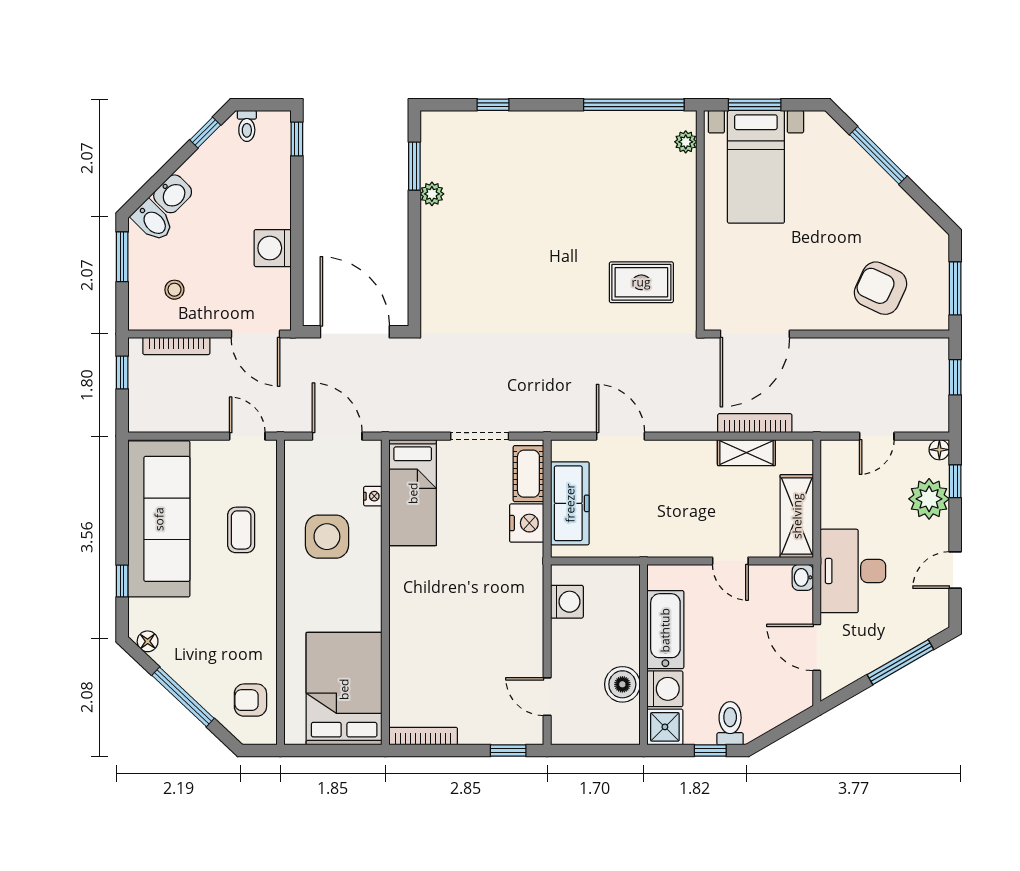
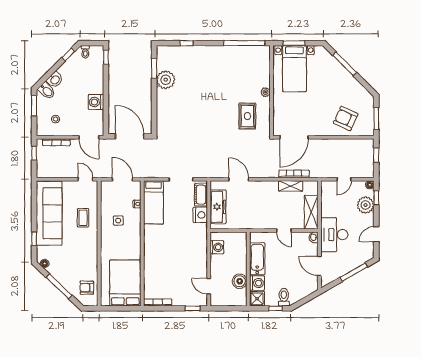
plant: (686, 142) -> (266, 92), moved
plant: (432, 194) -> (166, 80), width x1.87, depth x1.87
rug: (641, 282) -> (247, 116), turned 90
side table: (327, 537) -> (118, 221), width x0.54, depth x0.54

